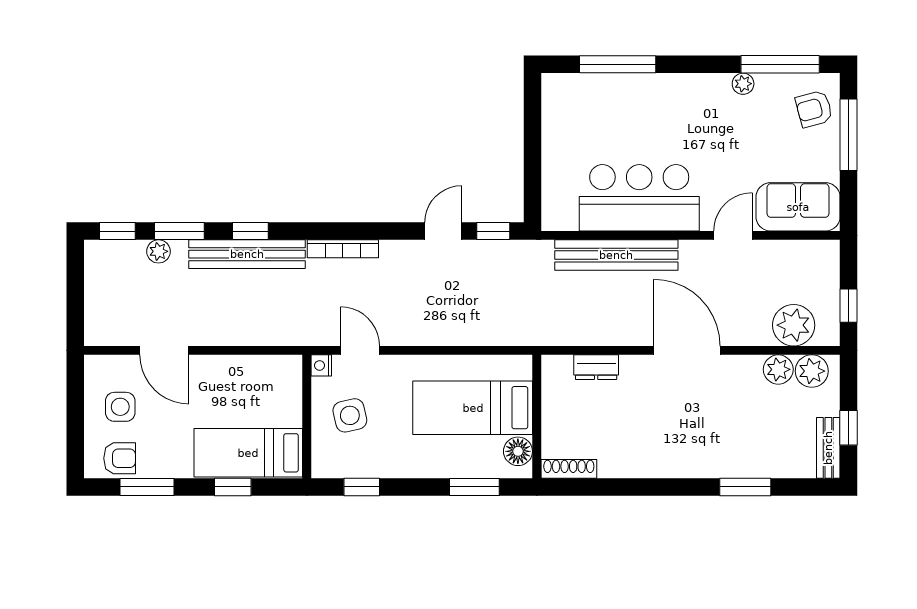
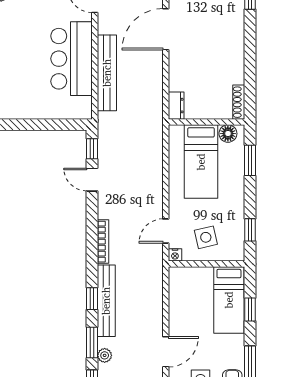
dresser: (596, 367) -> (176, 106), moved

